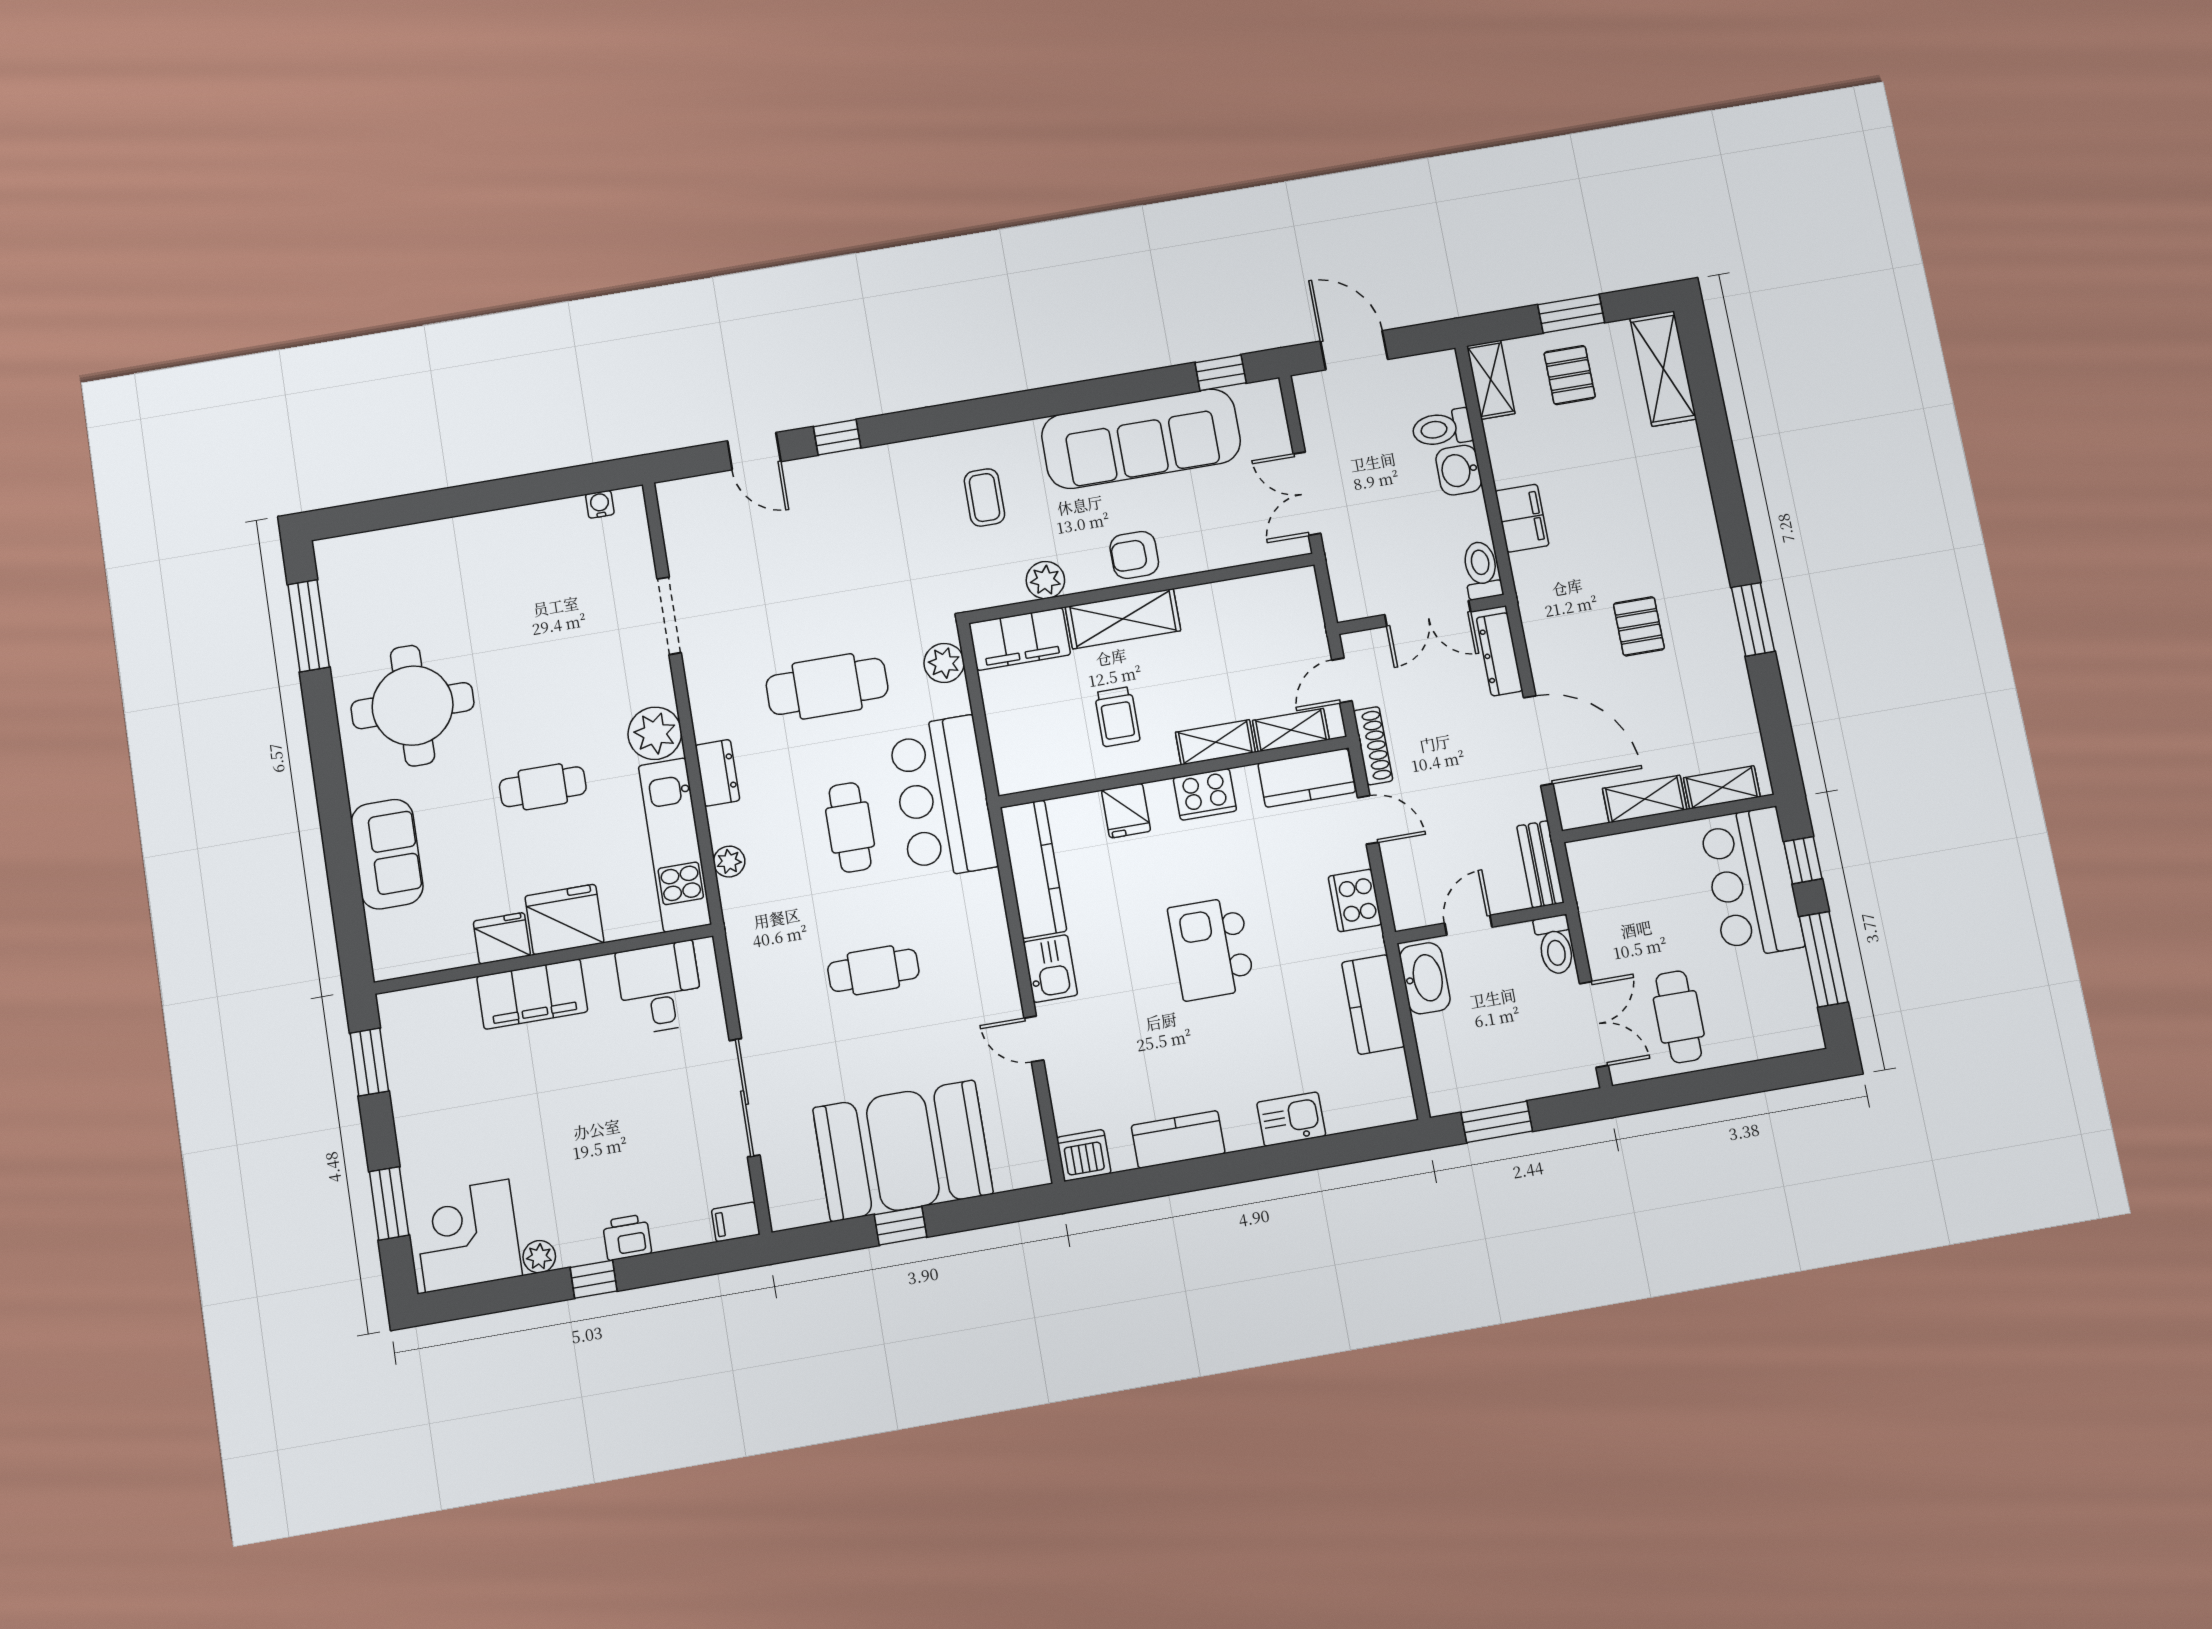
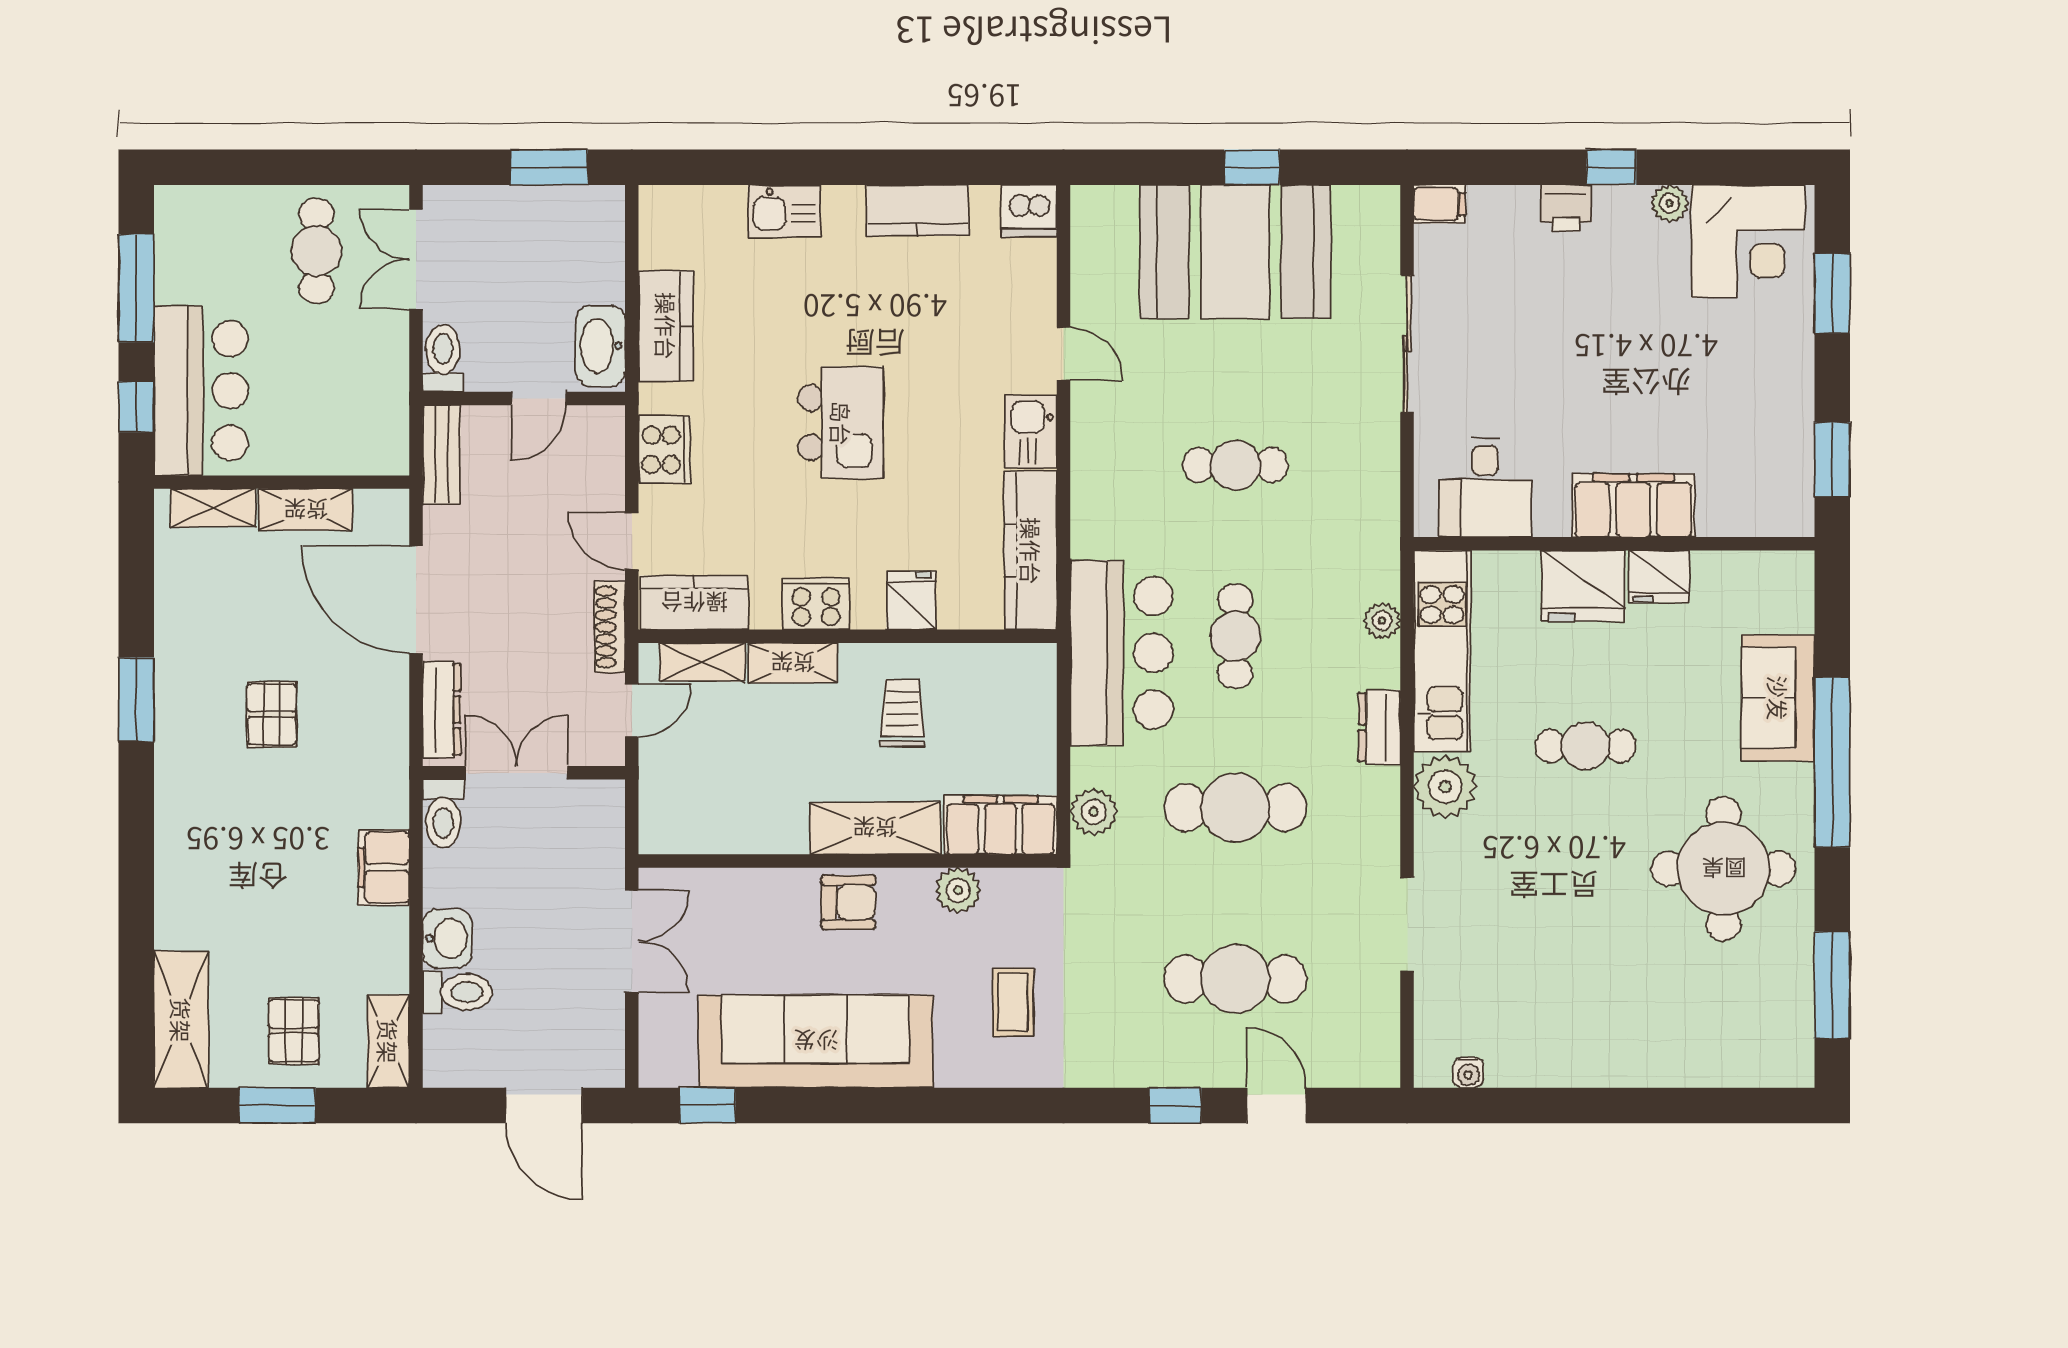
cafe table: (804, 547) -> (1235, 979), added
window: (334, 809) -> (1832, 762), added

